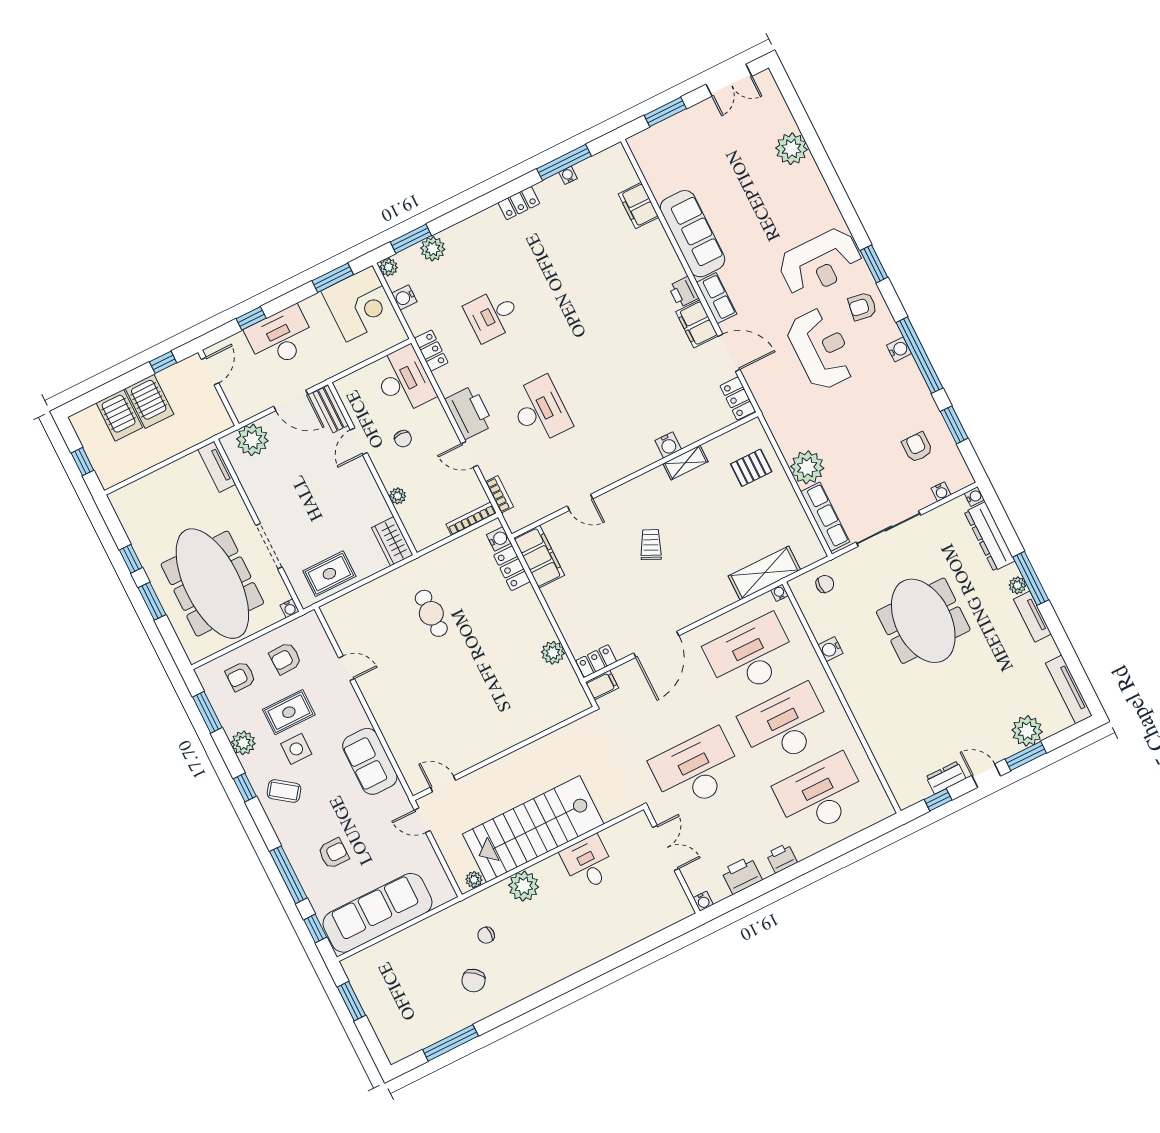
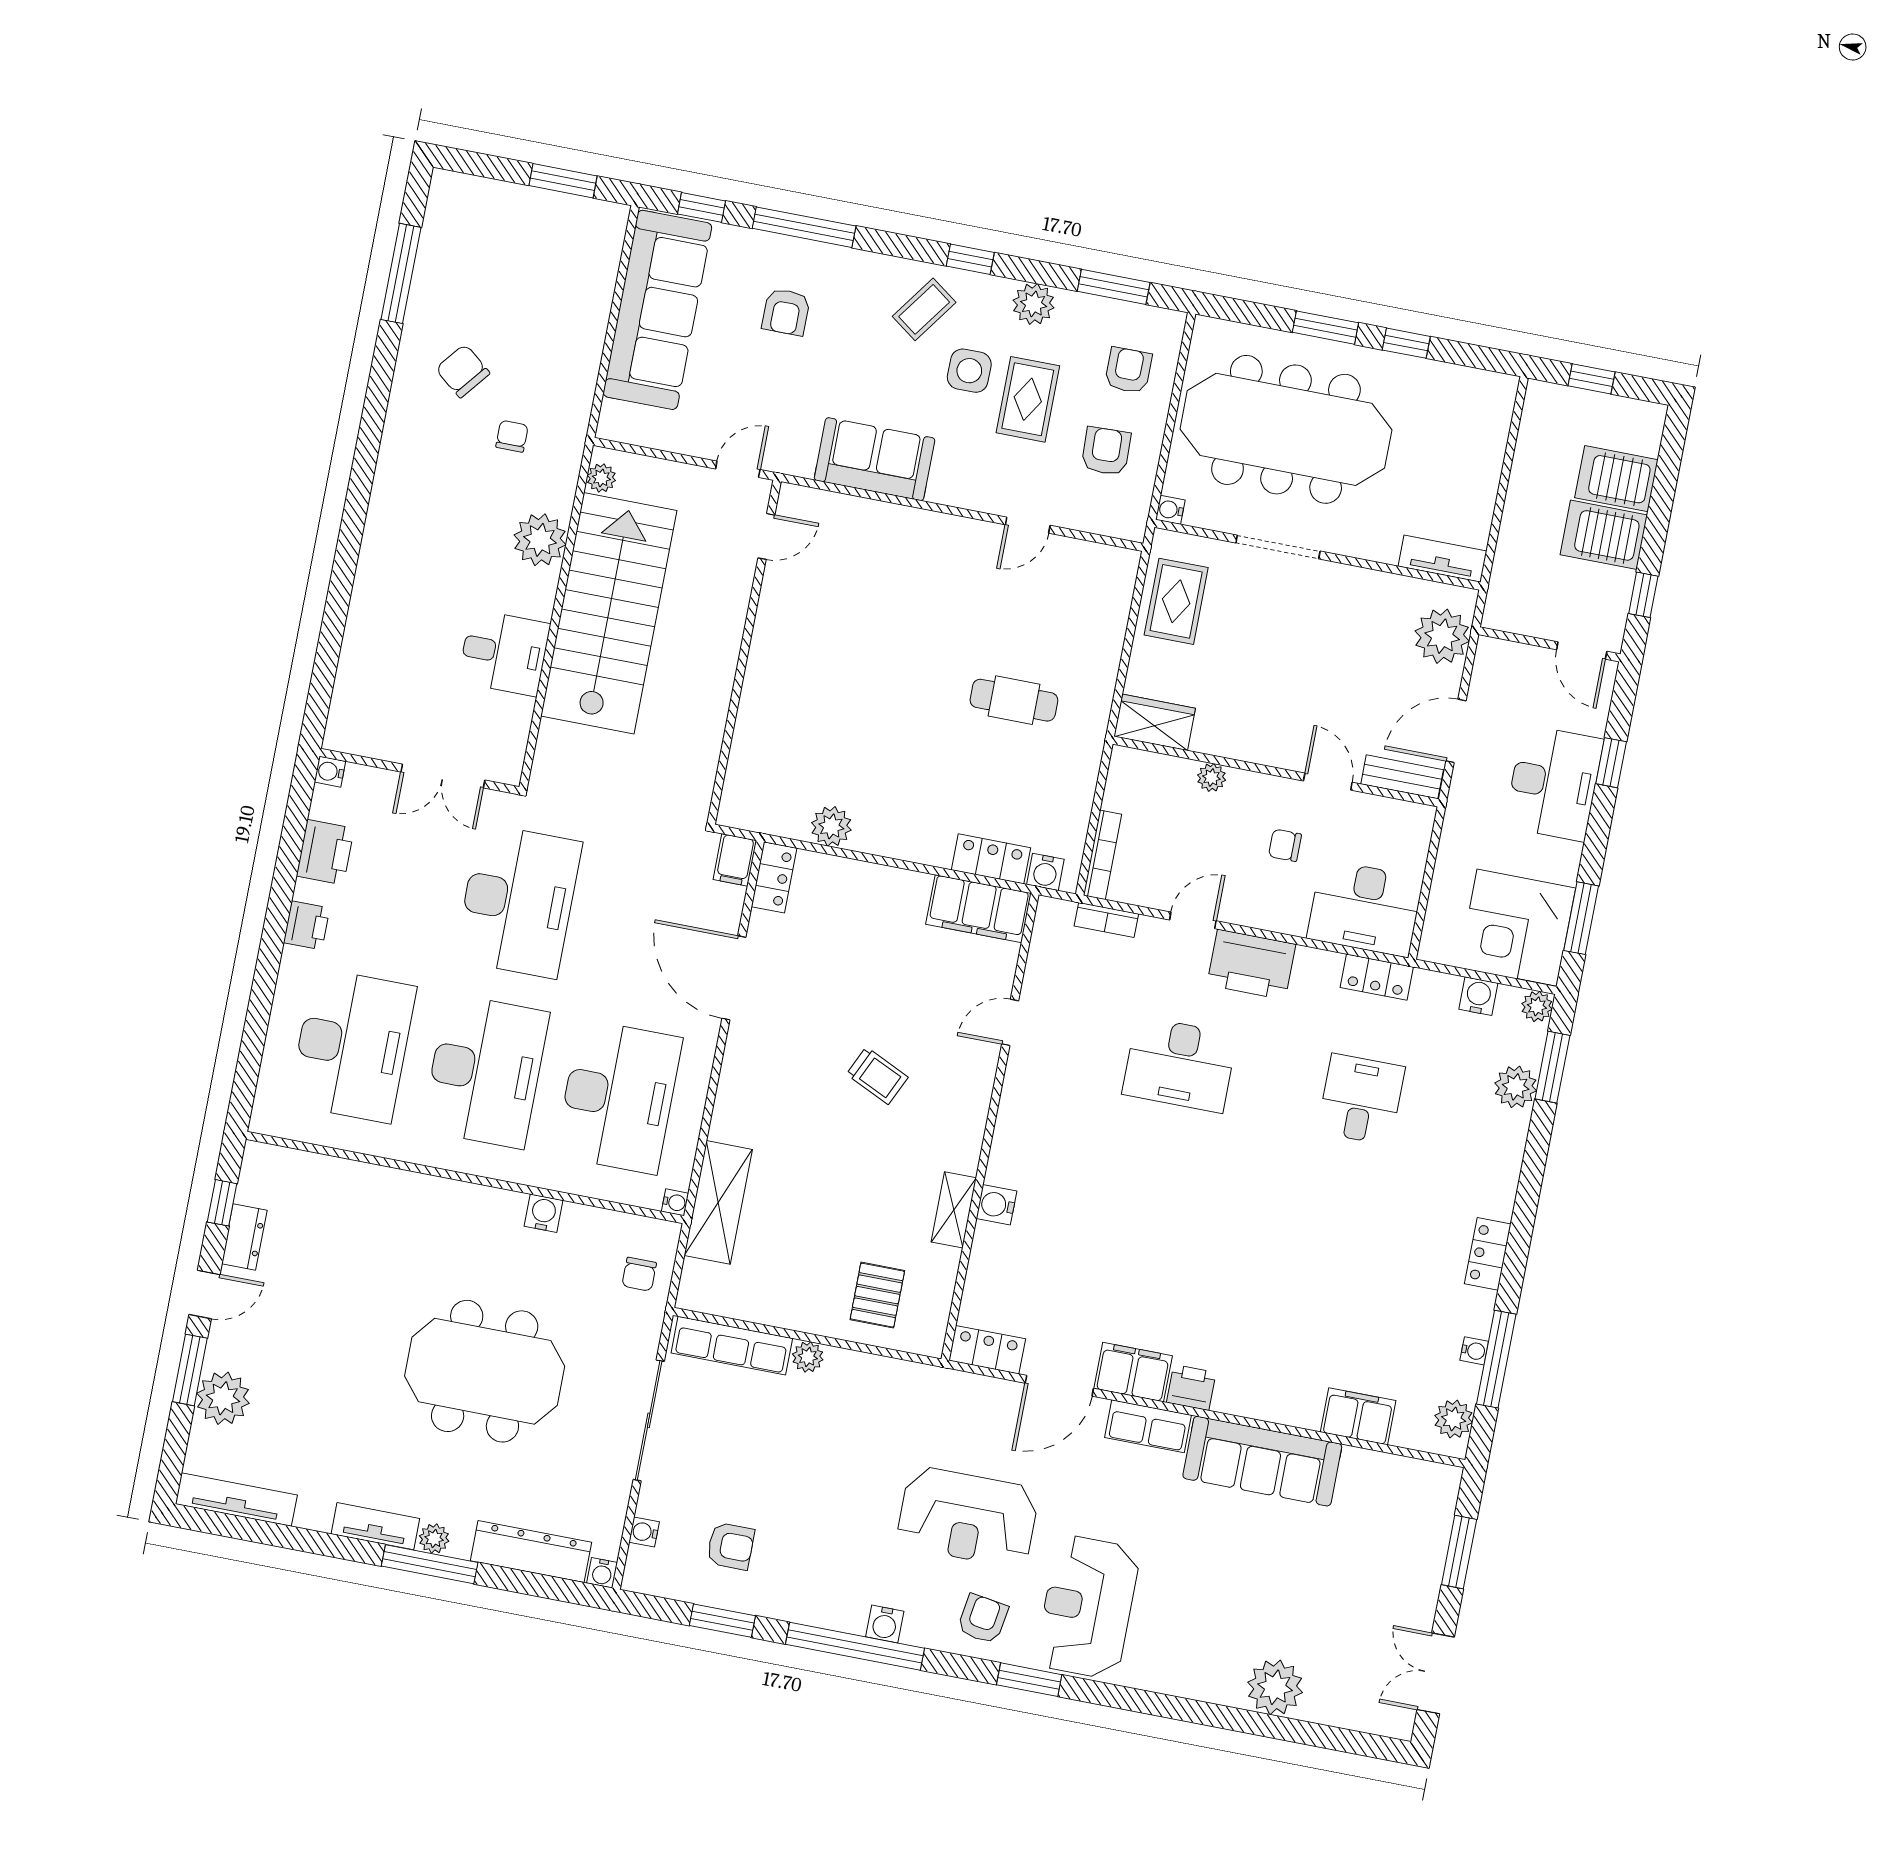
plant: (606, 161) -> (1454, 1419), added
plant: (807, 467) -> (808, 1357), width x0.53, depth x0.53

